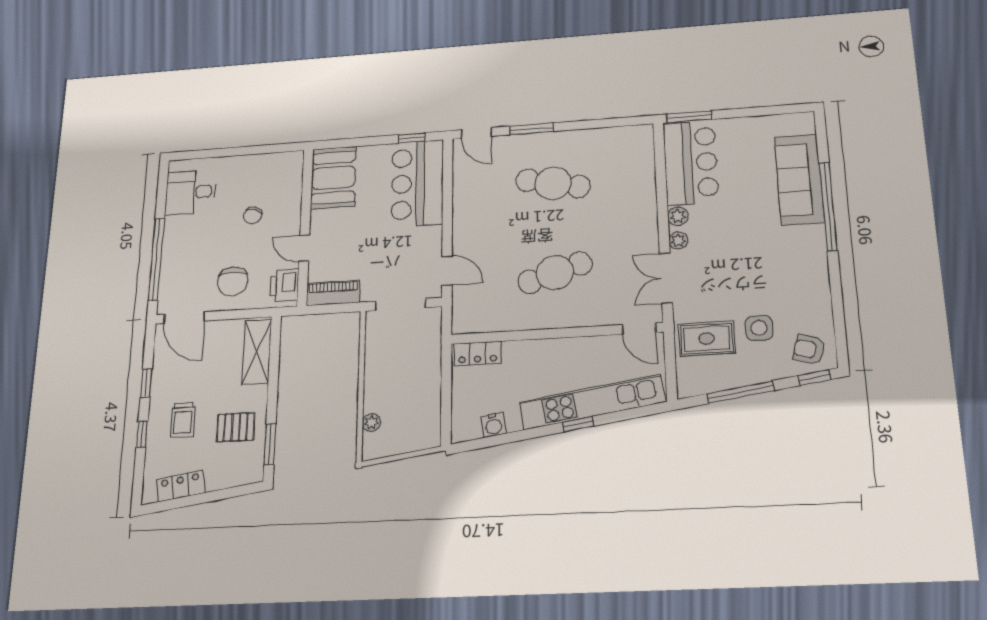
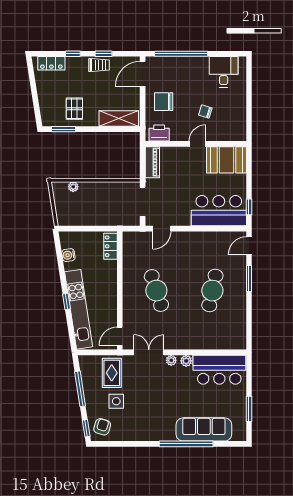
window: (689, 117) -> (249, 409), moved
door: (304, 248) -> (197, 144), moved
trolley: (183, 420) -> (99, 65), moved, turned 180
locker: (181, 486) -> (51, 63), moved, turned 99

